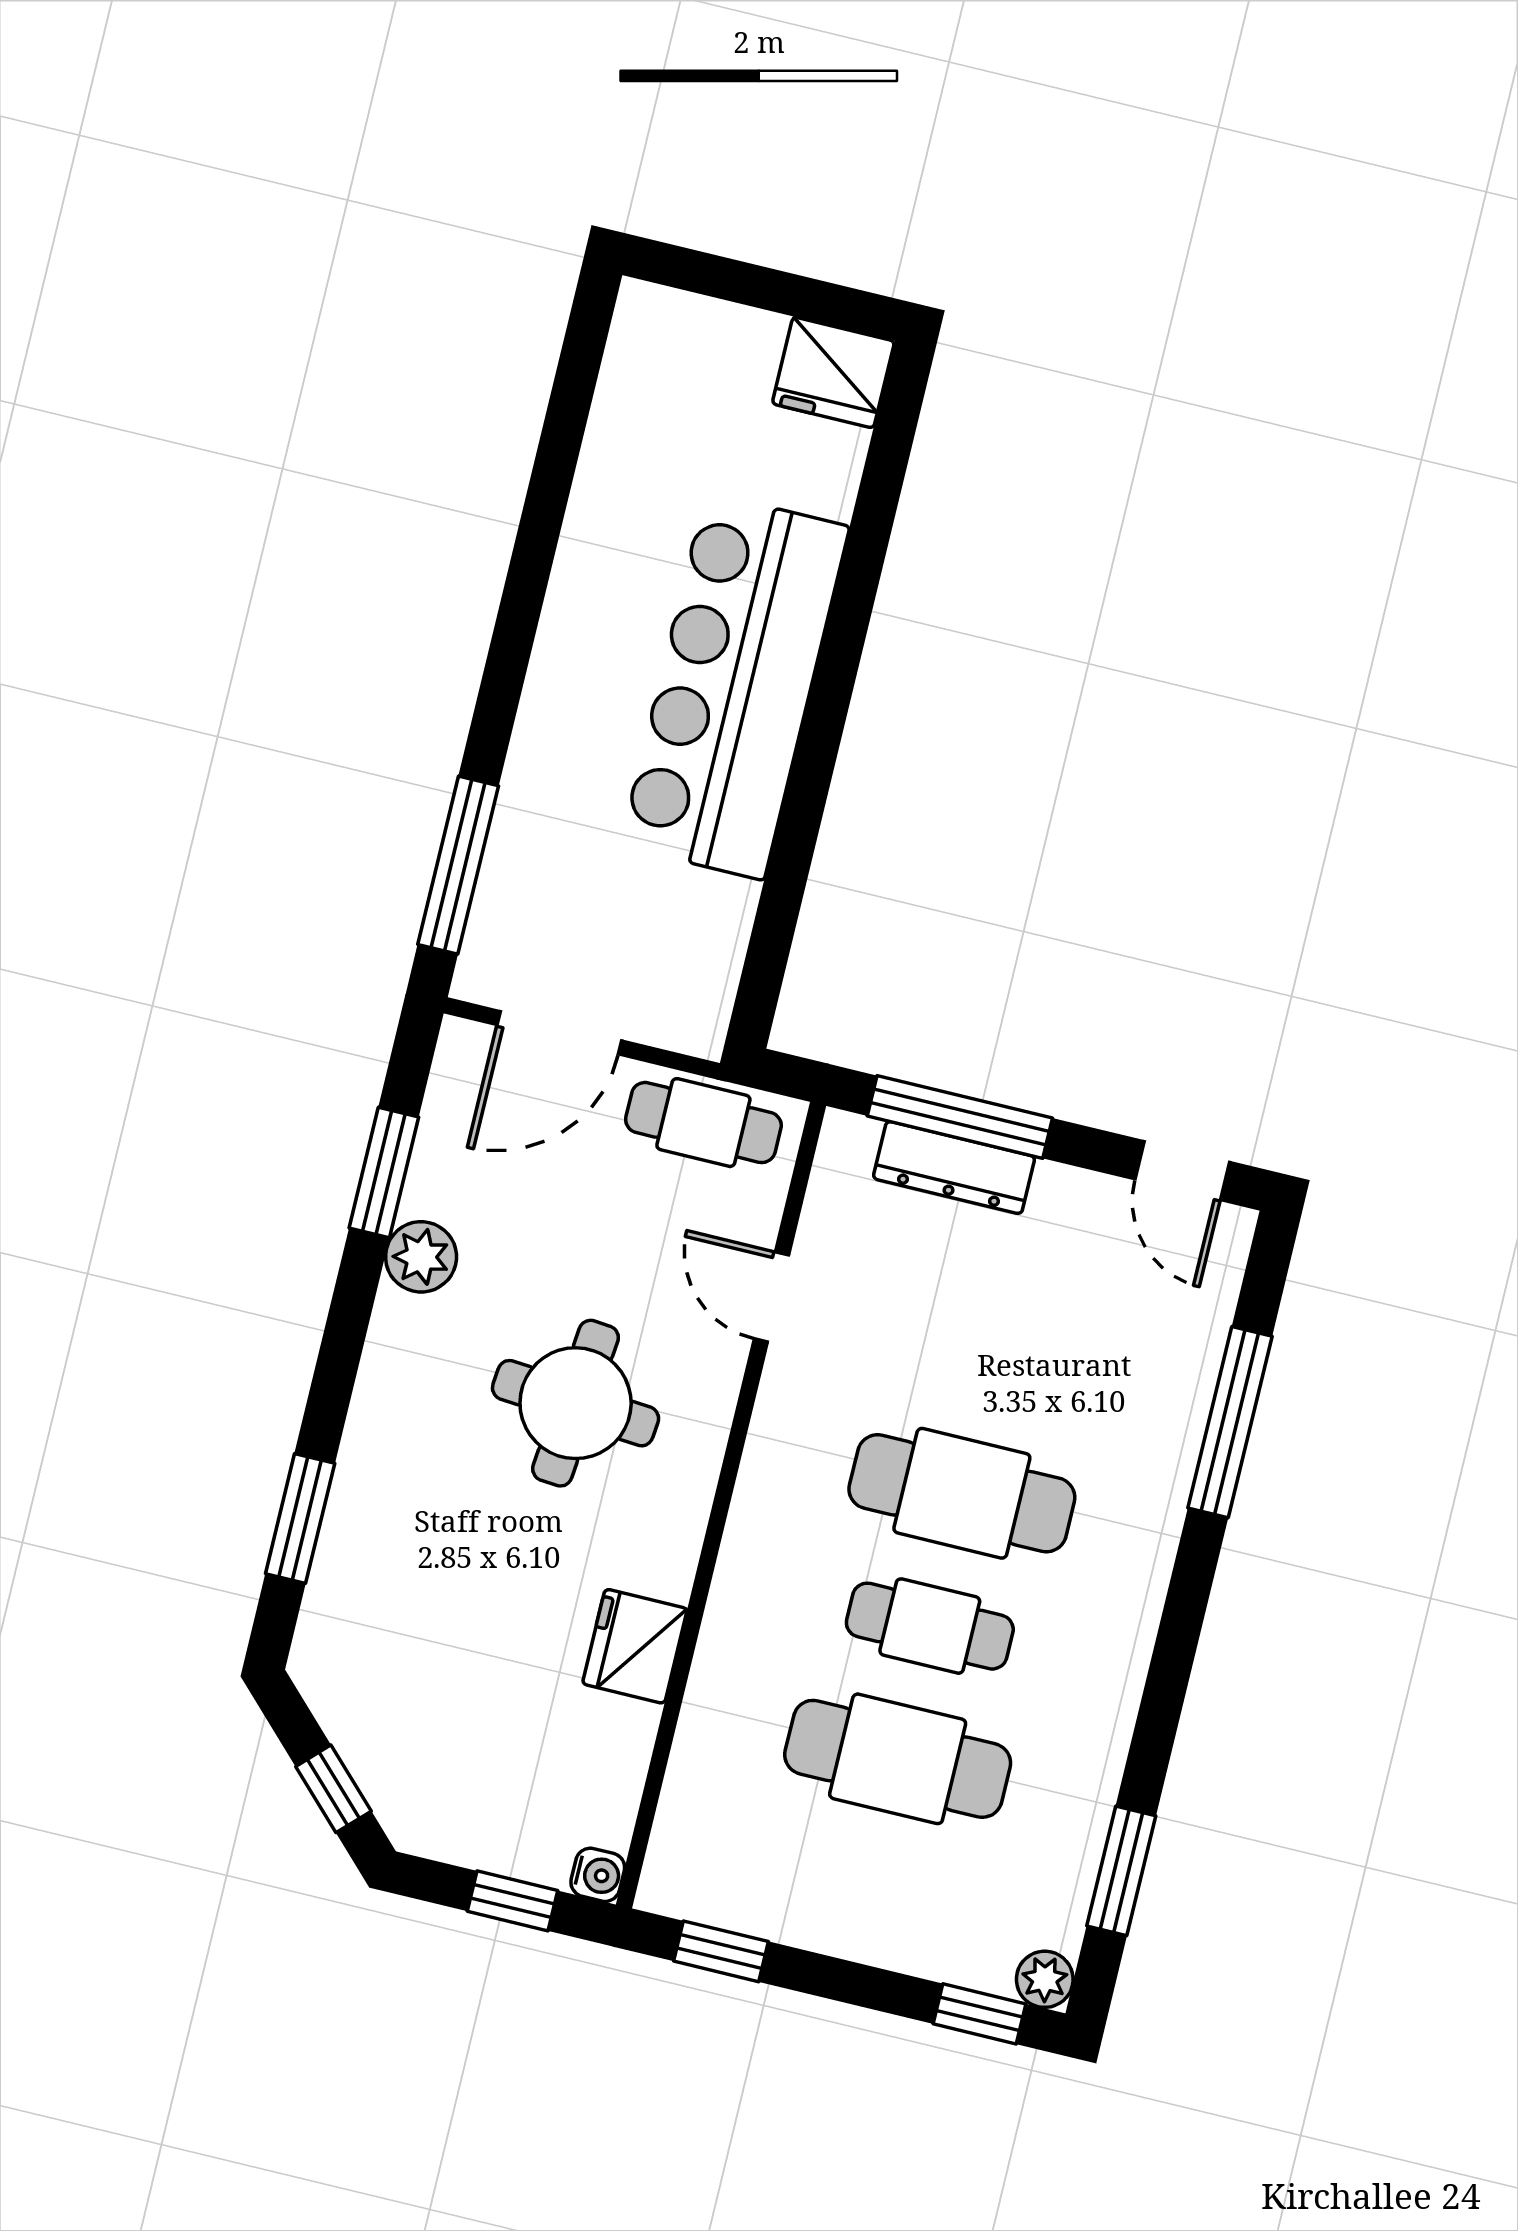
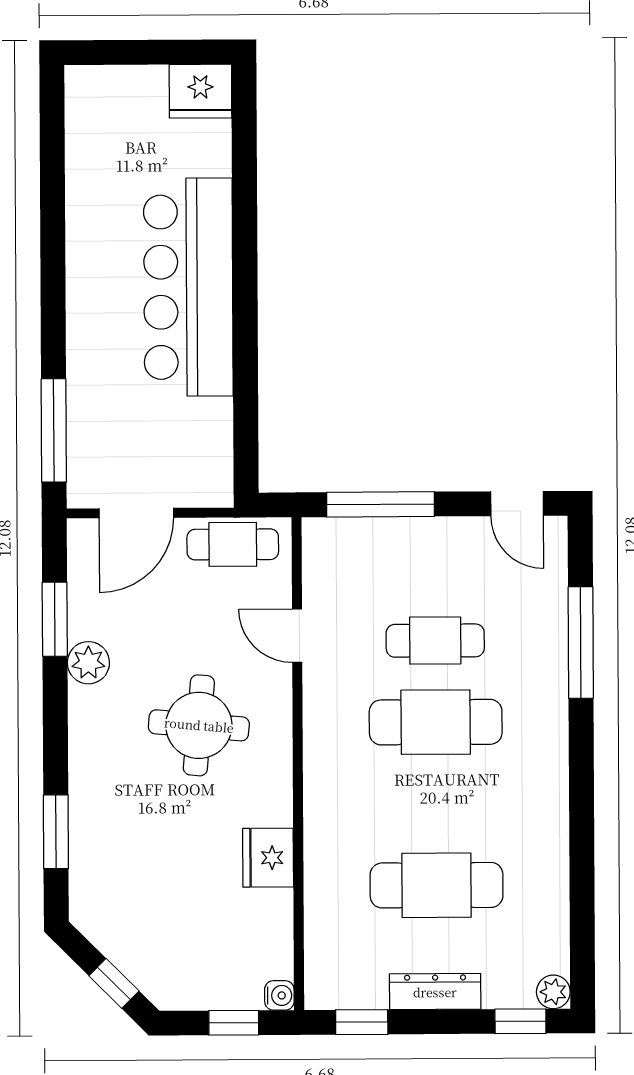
dresser: (954, 1168) -> (435, 992), moved, turned 180
cafe table: (930, 1626) -> (435, 641), moved
window: (1121, 1871) -> (582, 918), removed

